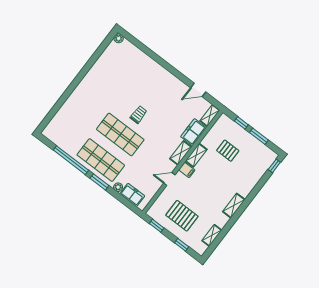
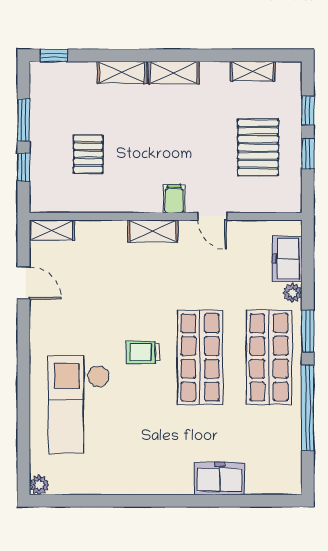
checkout: (137, 76) -> (79, 405), added
freezer: (194, 132) -> (220, 479), moved, turned 180
shelving: (196, 155) -> (122, 72), moved
window: (157, 226) -> (308, 154), moved

